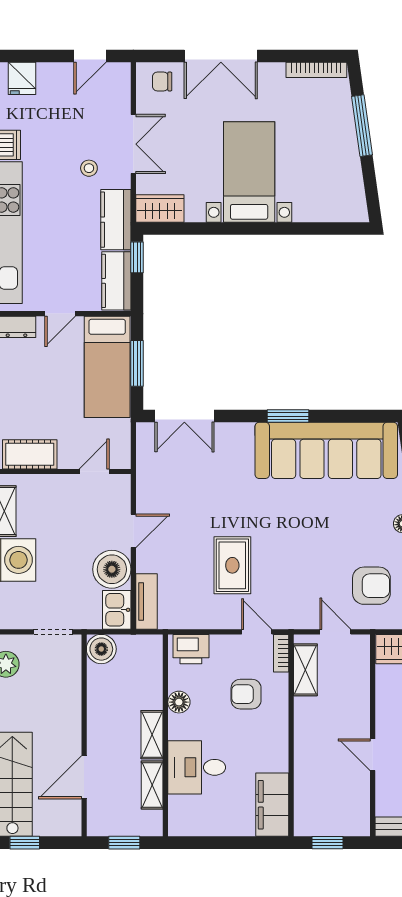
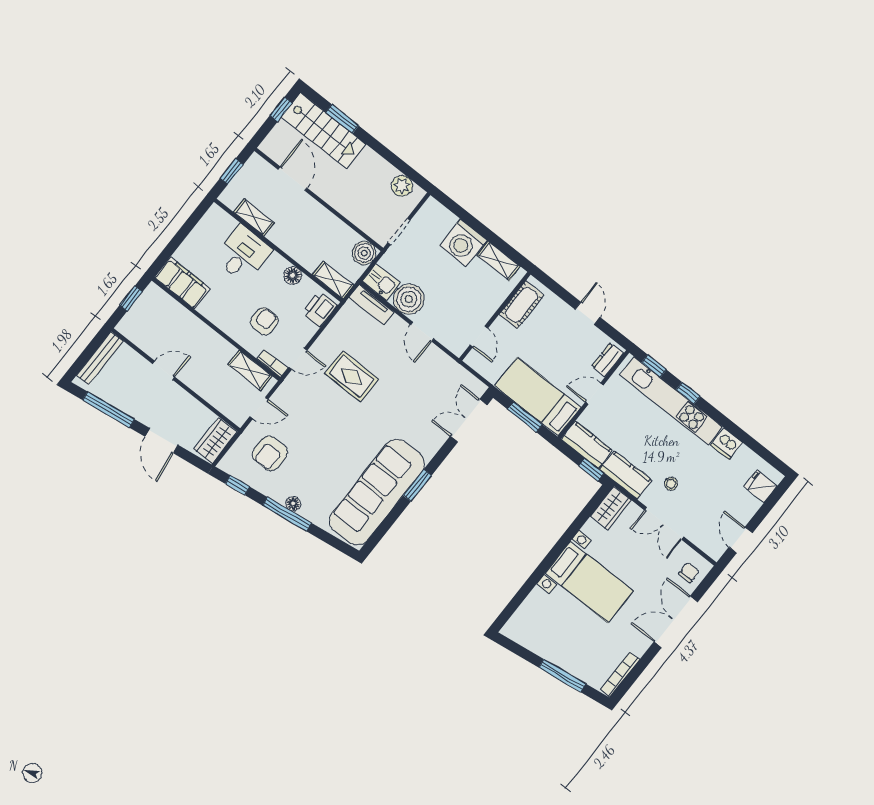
door: (60, 314) -> (594, 394), hinge flipped
shelving: (152, 735) -> (333, 280), moved

